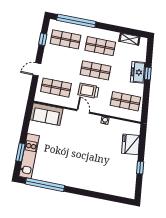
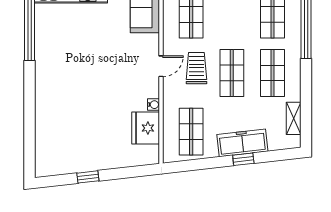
freezer: (138, 72) -> (242, 143), width x1.40
fridge: (131, 144) -> (146, 128), moved, turned -83

